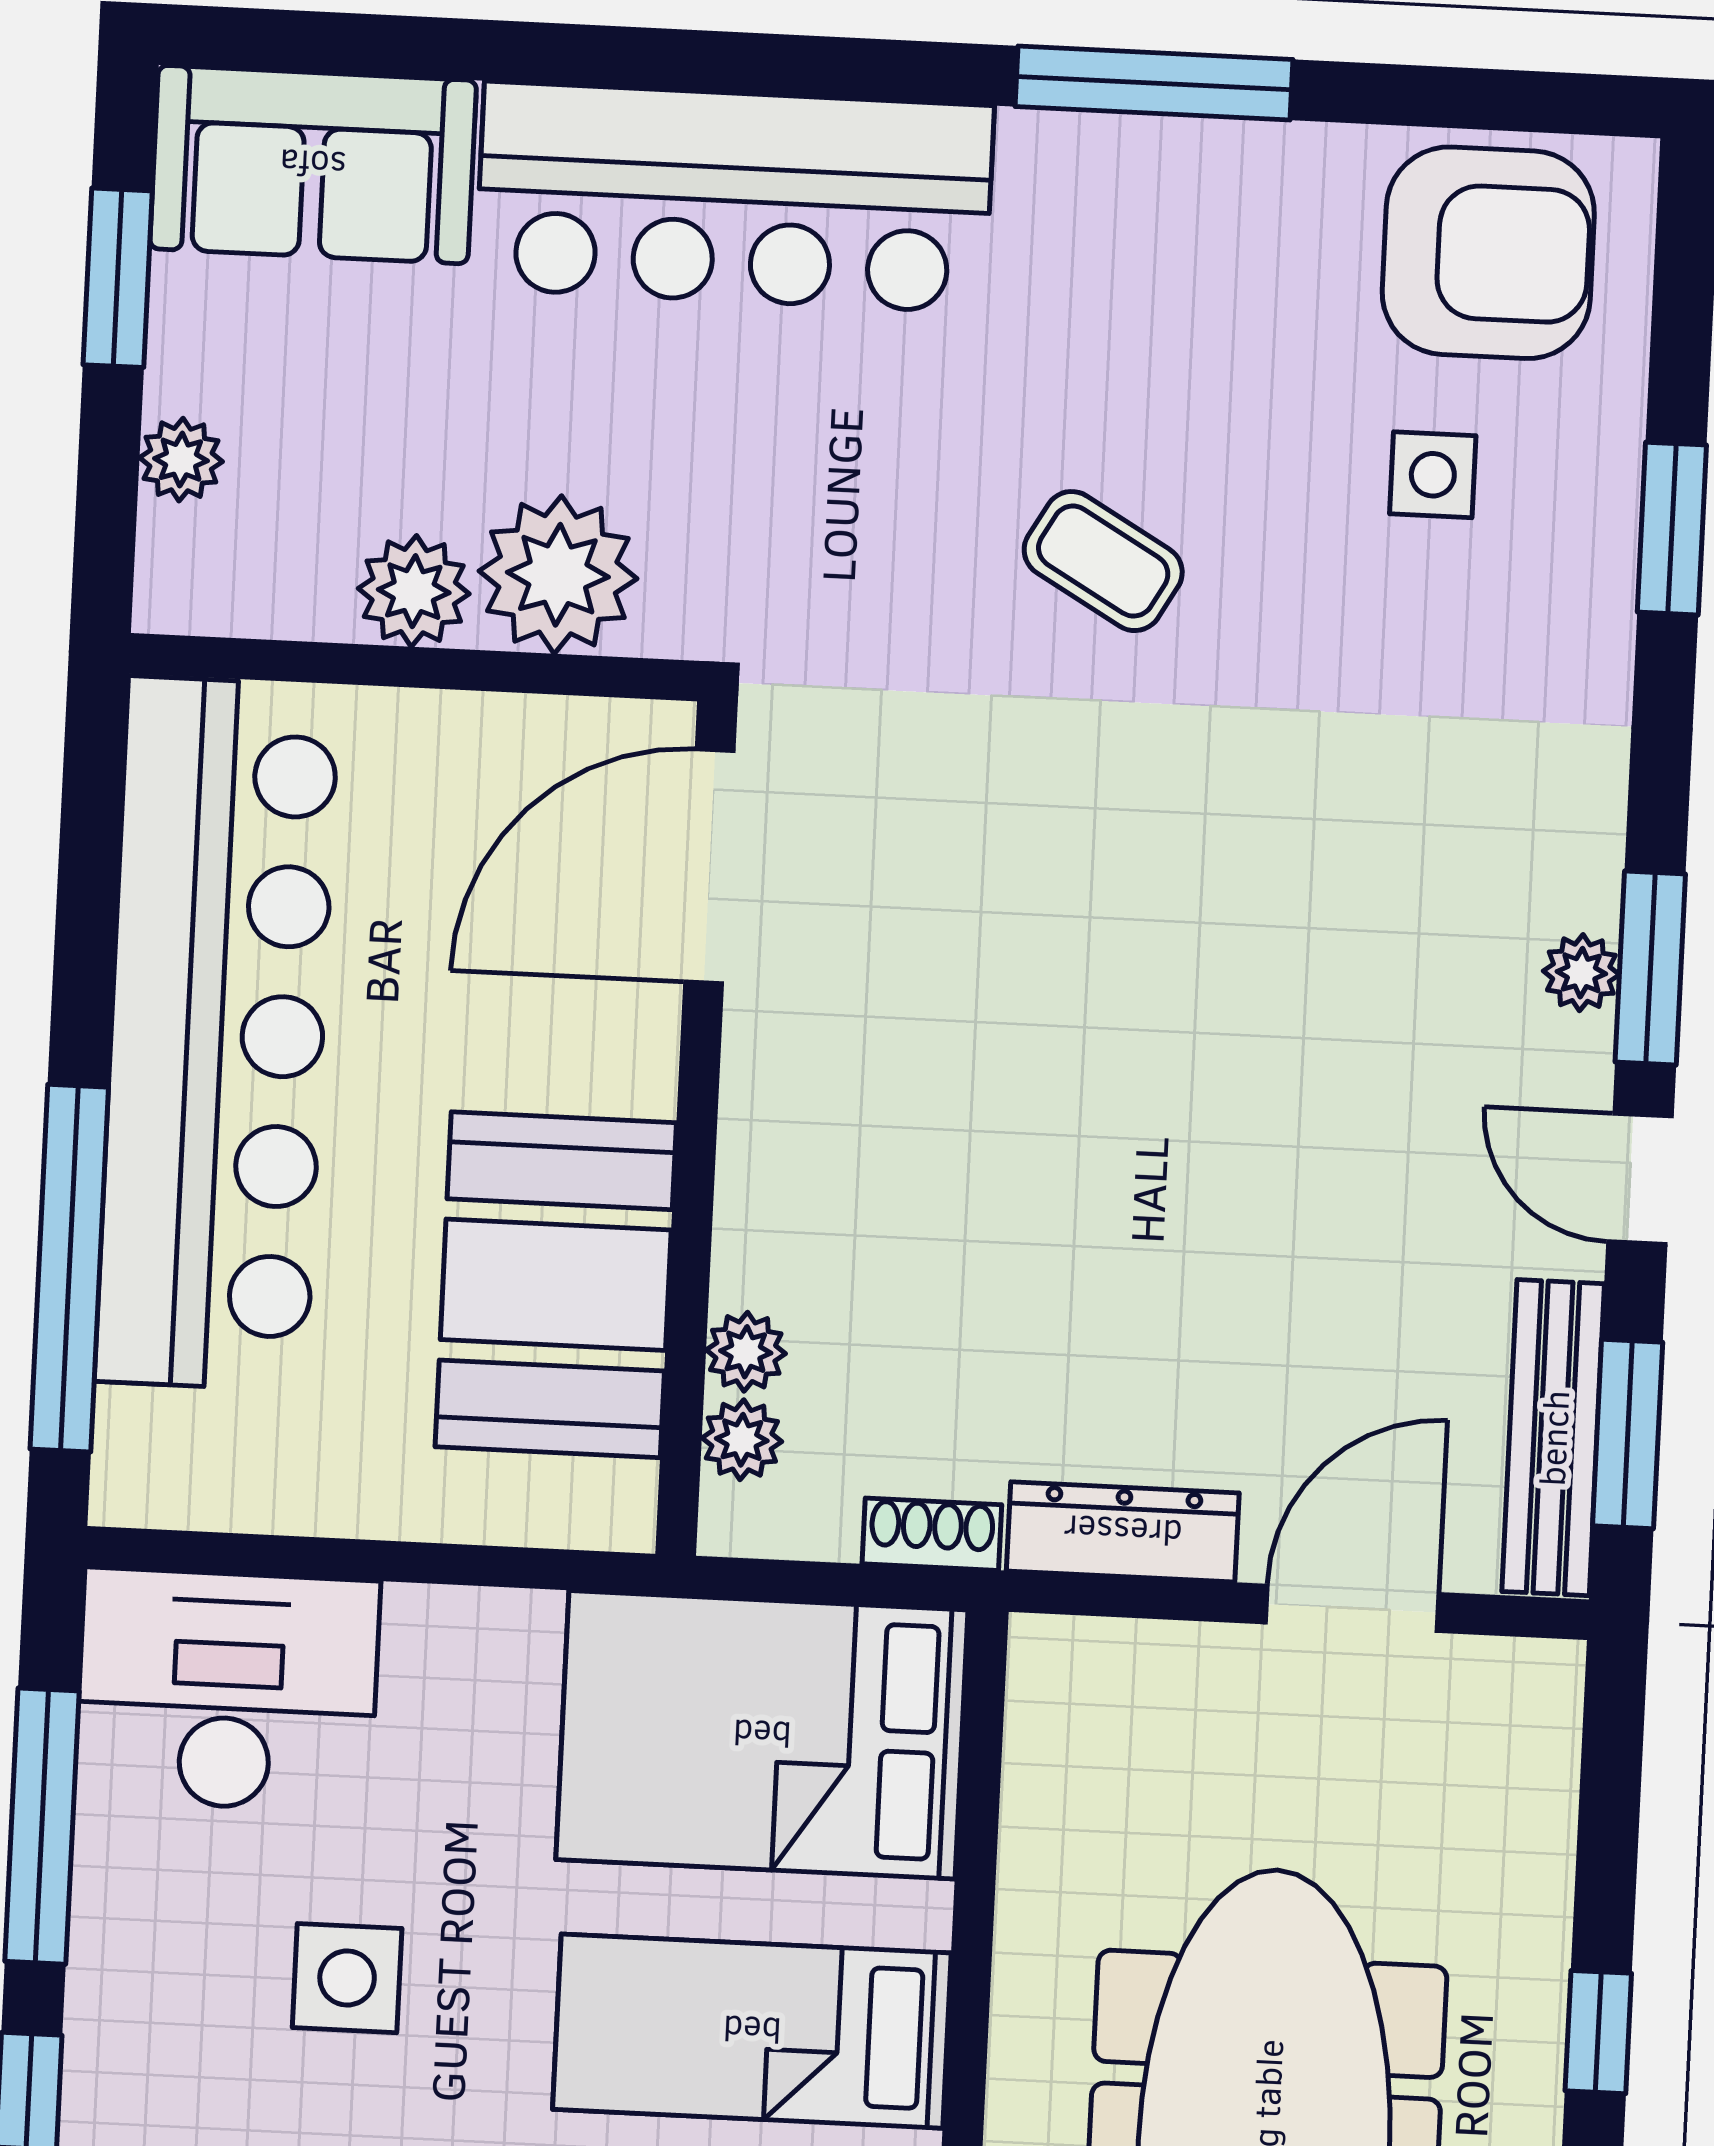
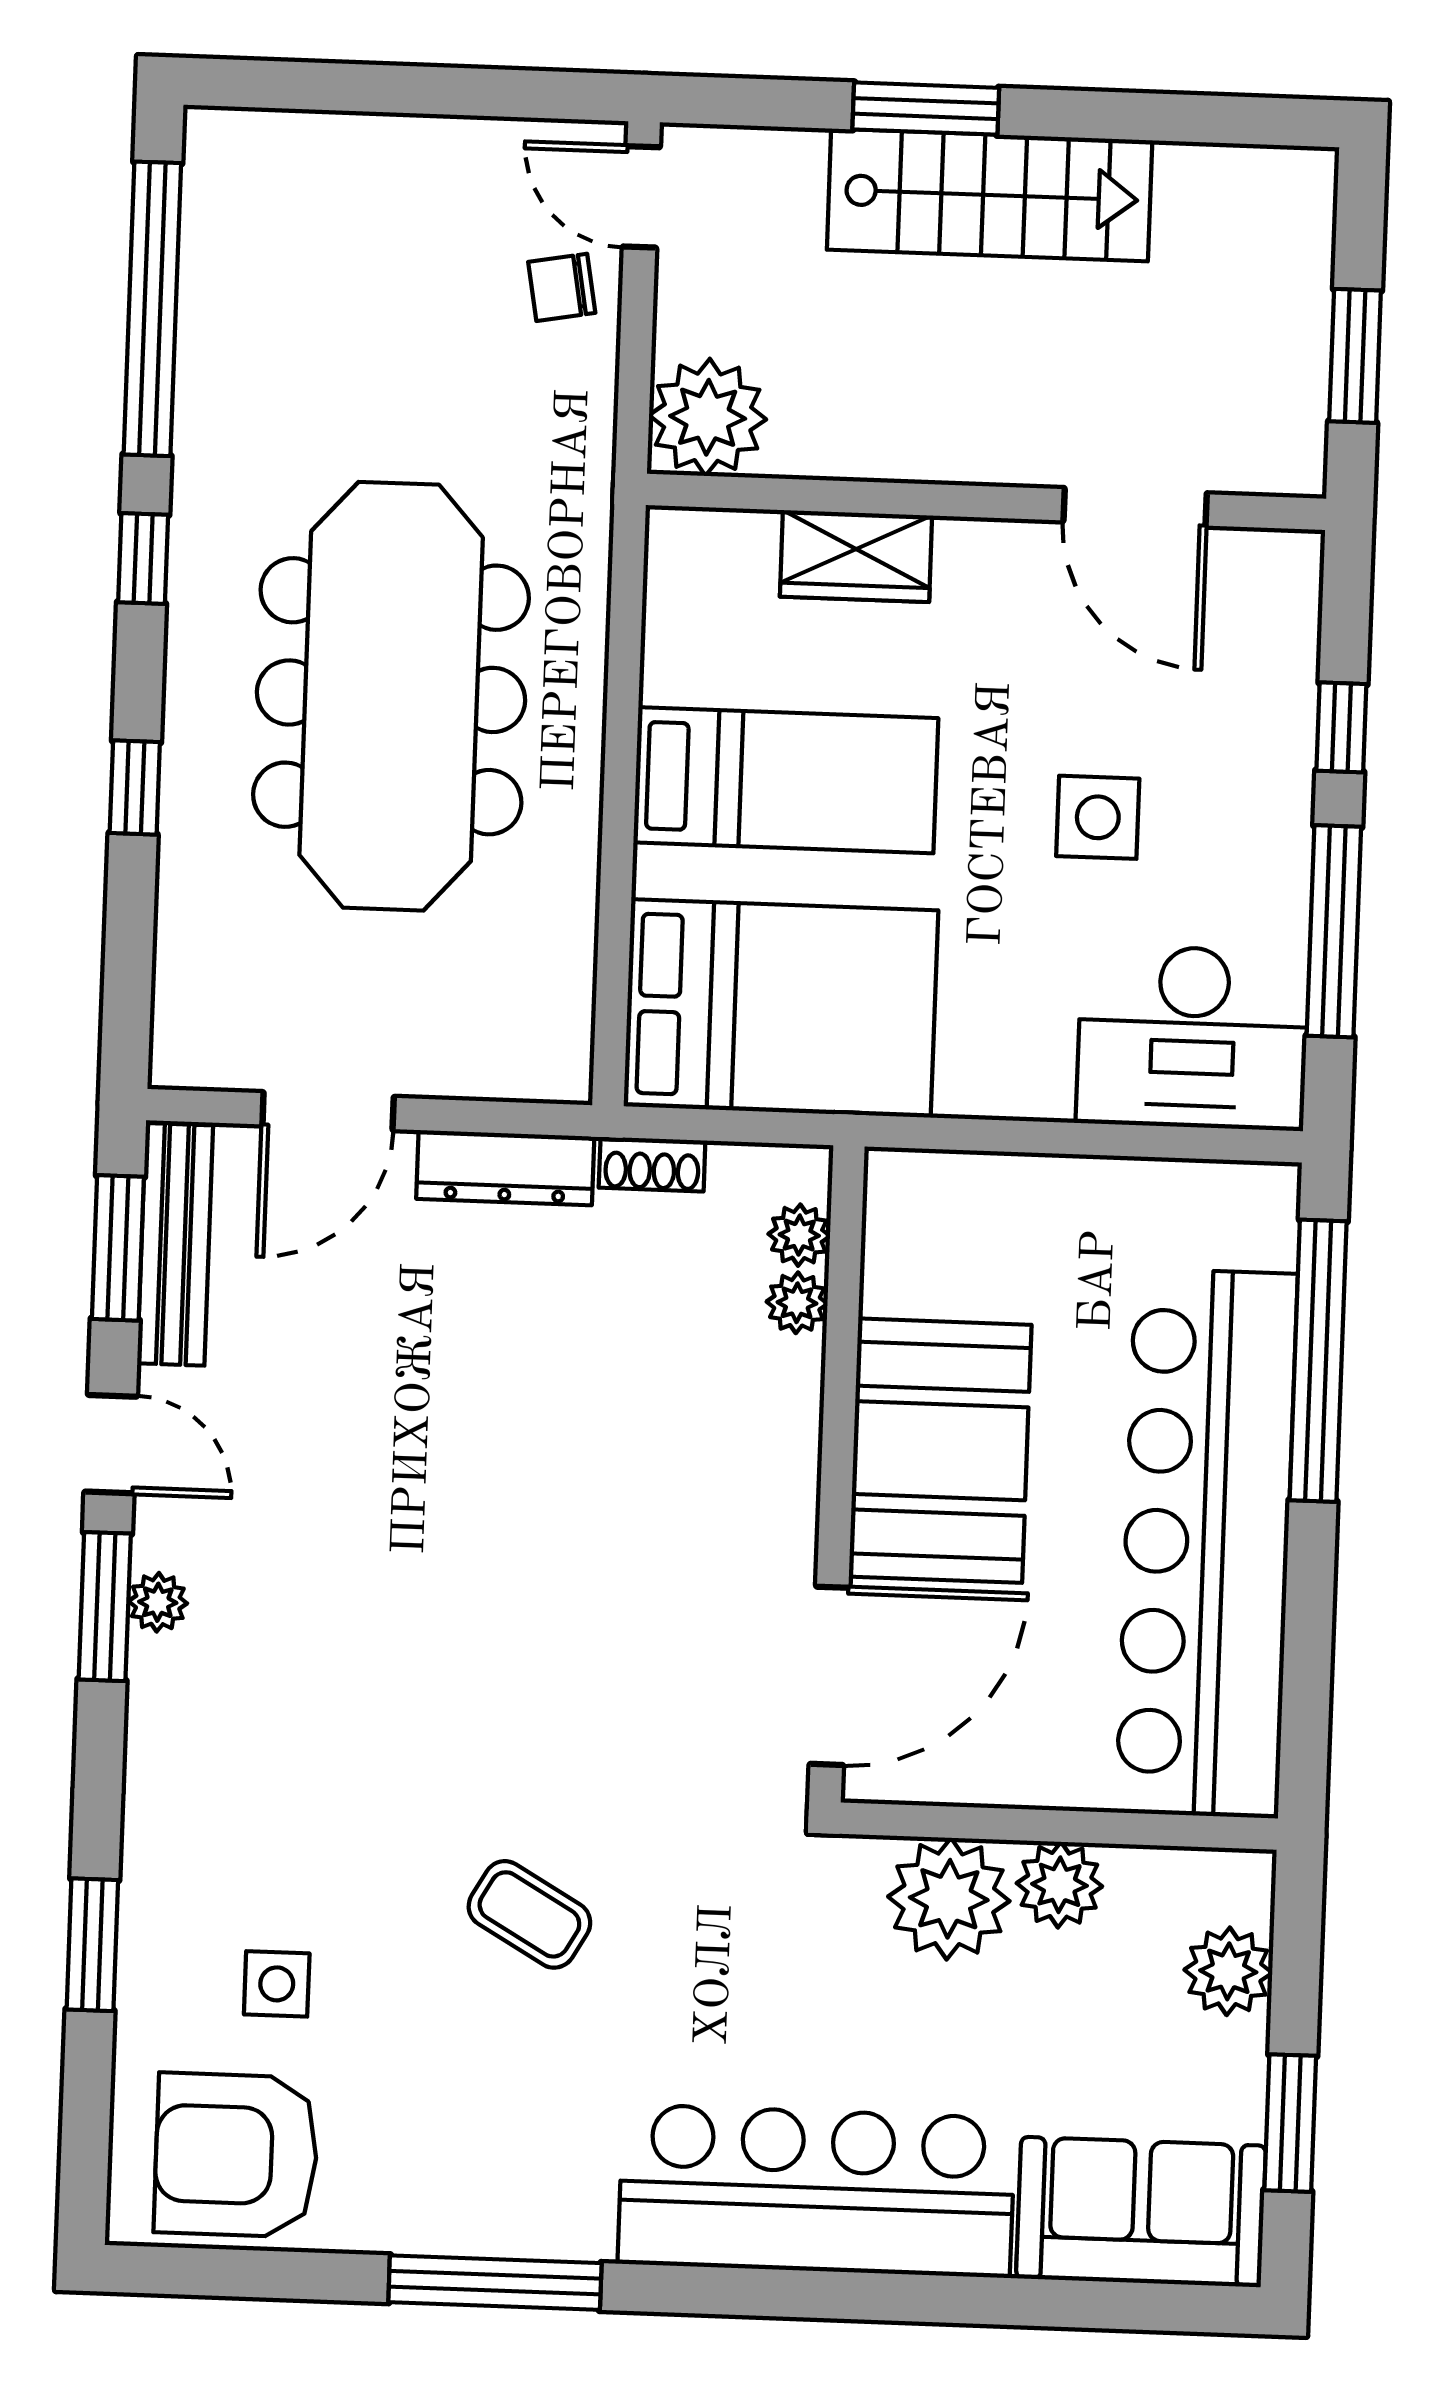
plant: (181, 460) -> (1228, 1971), width x1.38, depth x1.38
booth: (556, 1285) -> (940, 1451), moved

